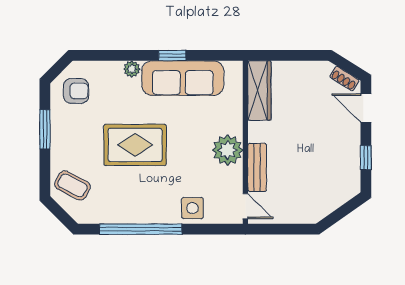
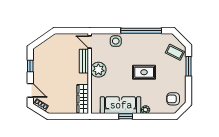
window: (45, 129) -> (188, 66), moved
rug: (135, 145) -> (144, 72), width x0.73, depth x0.70

